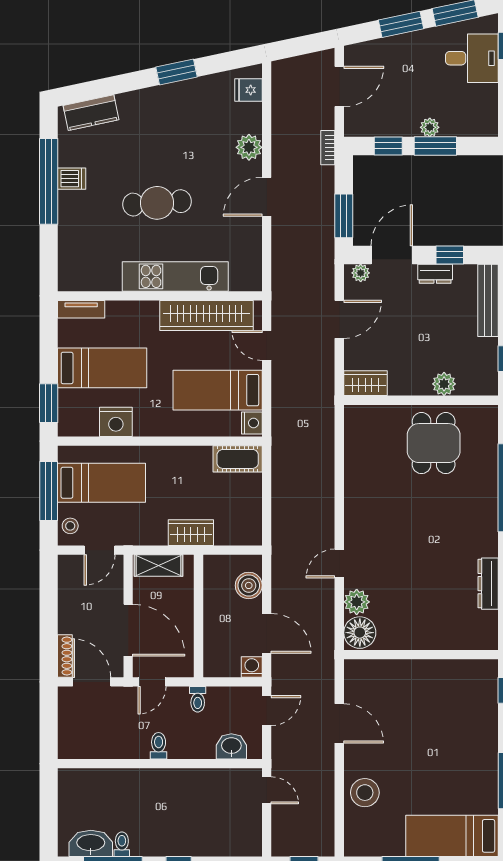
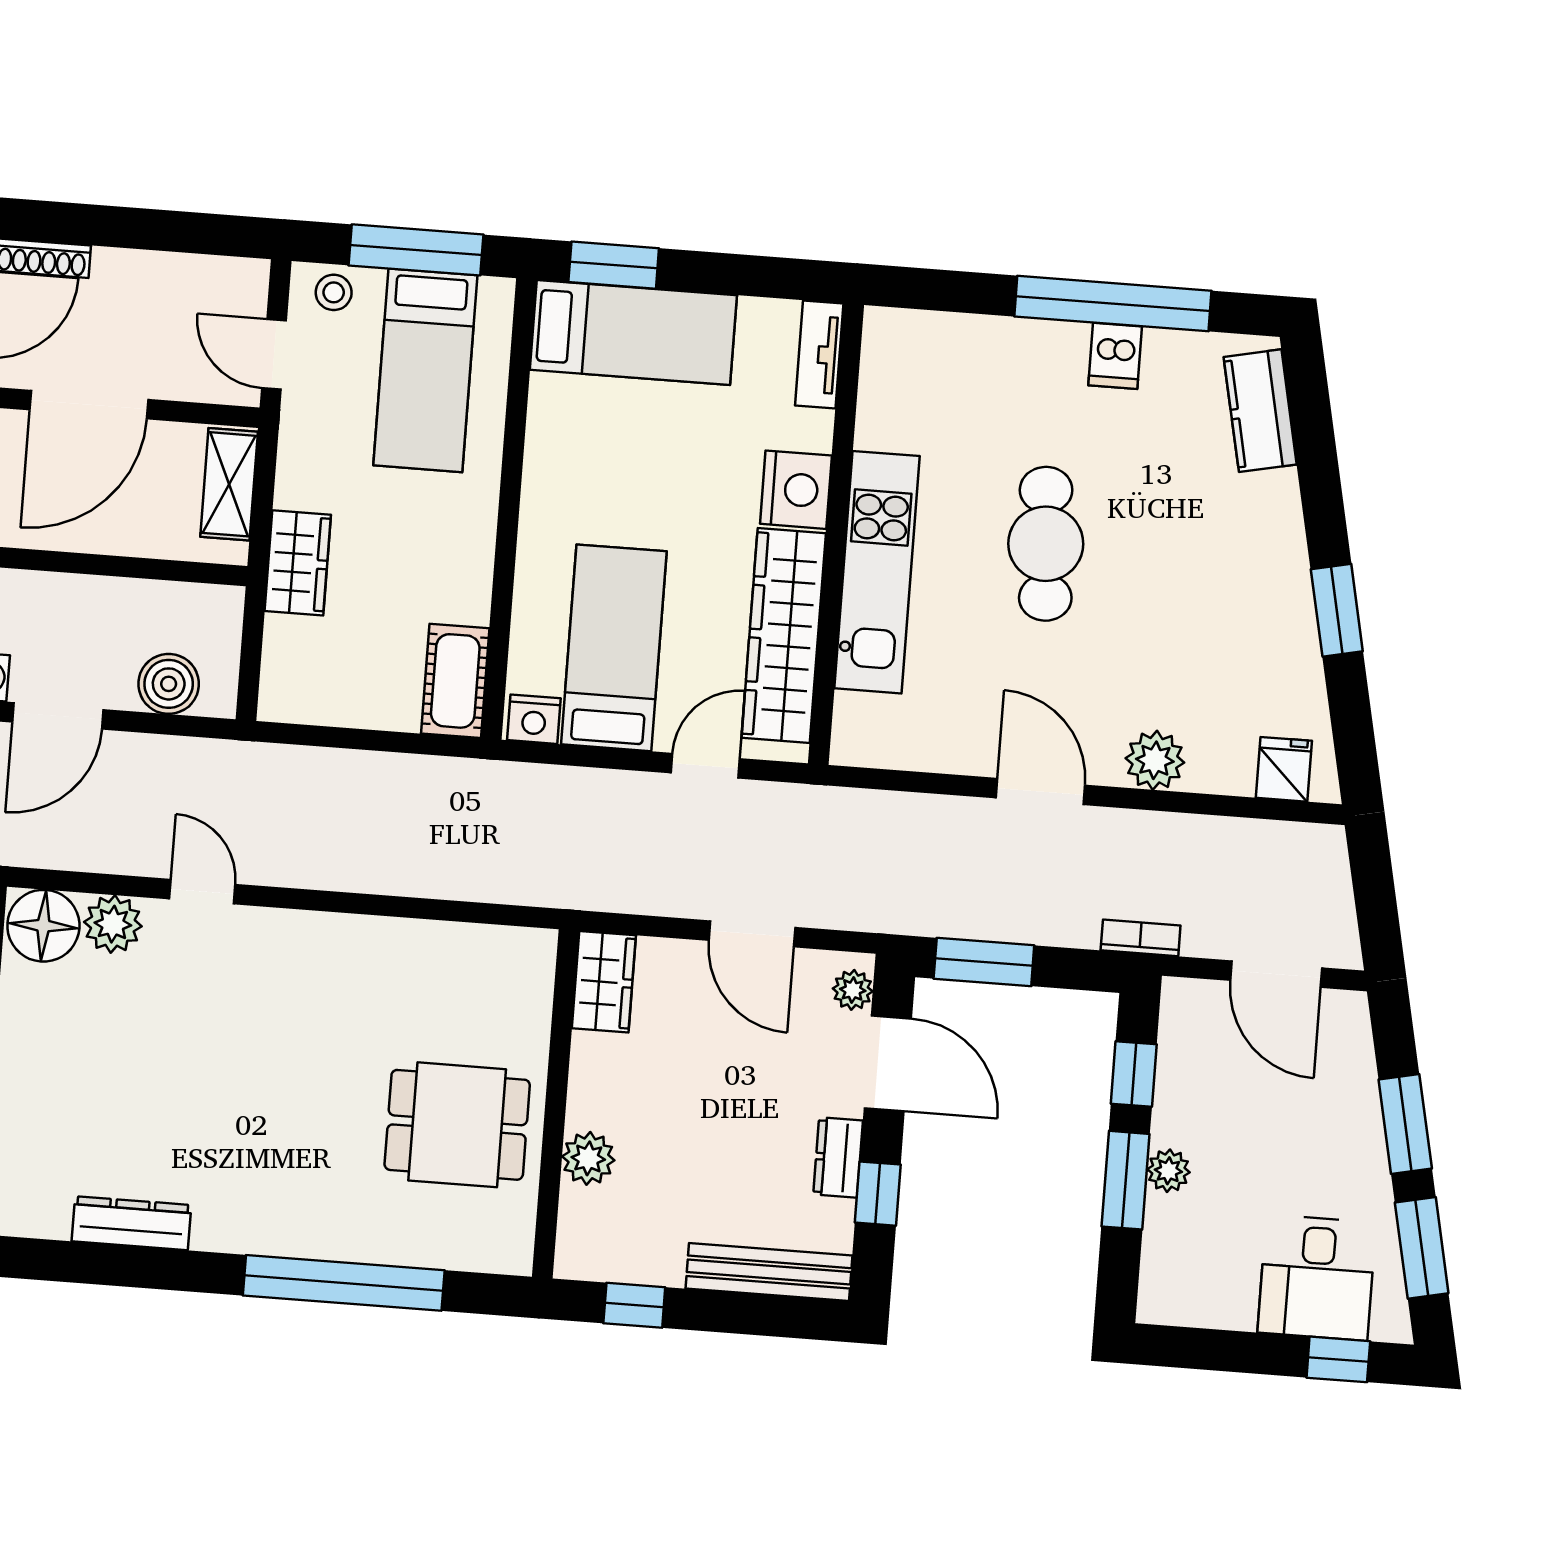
bed: (102, 368) -> (633, 332), moved, turned -90
nightstand: (116, 422) -> (796, 490), moved, turned 180

